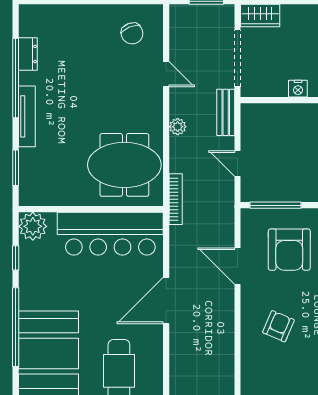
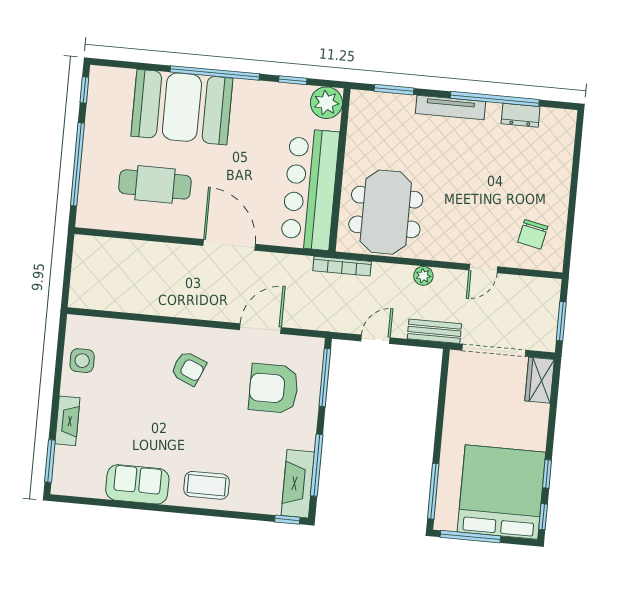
chair: (132, 33) -> (533, 234), turned -56
nightstand: (298, 89) -> (453, 415), removed

